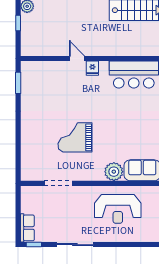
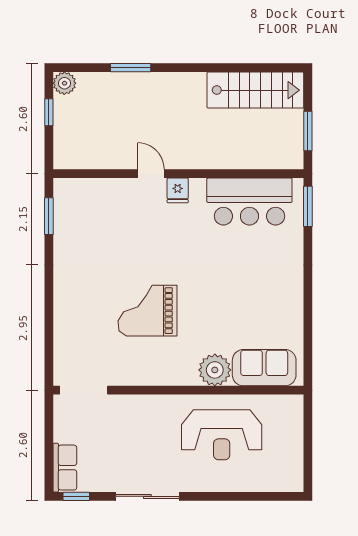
doorway: (58, 183) -> (84, 390), moved

